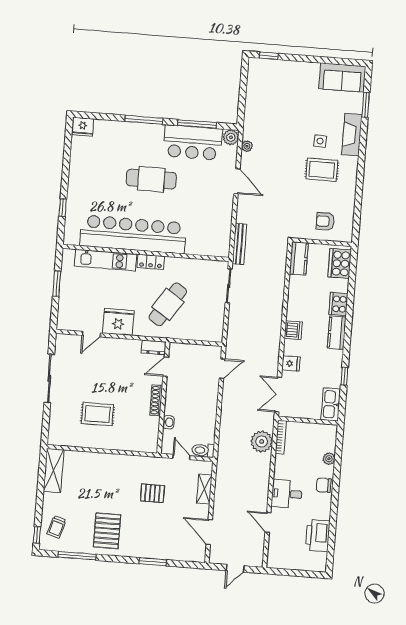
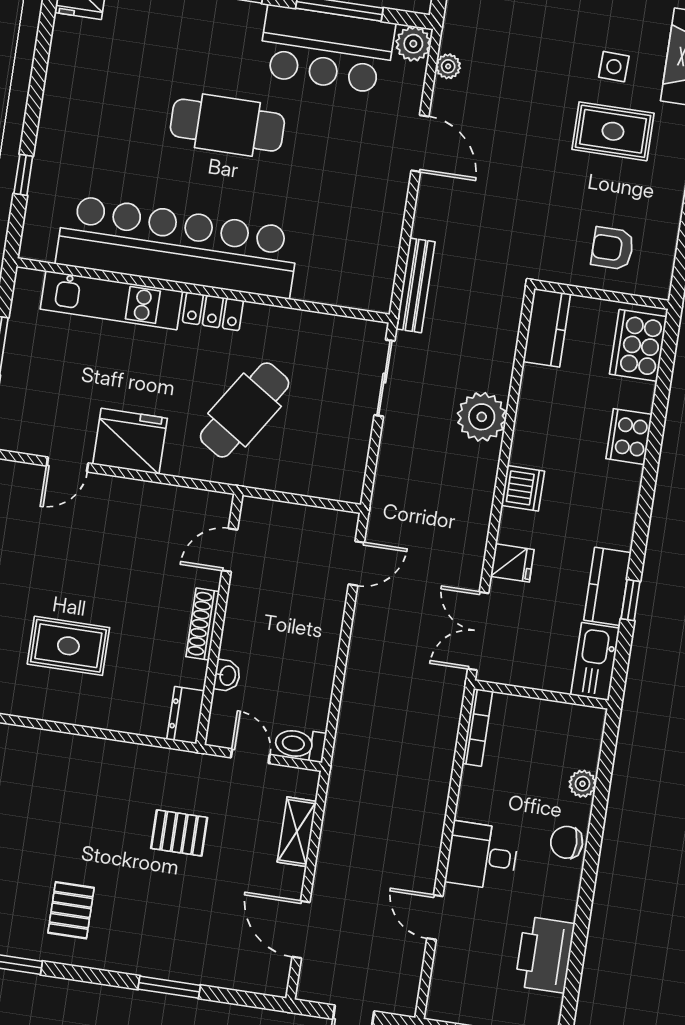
kitchen counter: (337, 333) -> (607, 586), moved
dresser: (154, 347) -> (186, 715), moved, turned 90
plant: (262, 441) -> (482, 417), moved
pallet: (107, 531) -> (71, 910), width x0.67, depth x0.71

